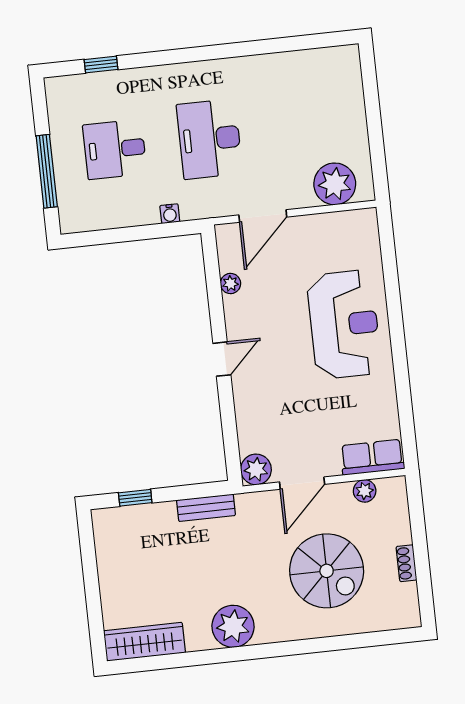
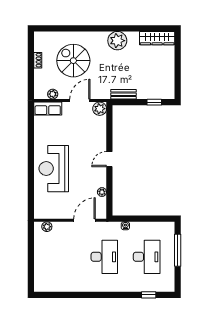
desk: (115, 149) -> (147, 257), width x1.37
plant: (335, 184) -> (47, 227), width x0.53, depth x0.53

